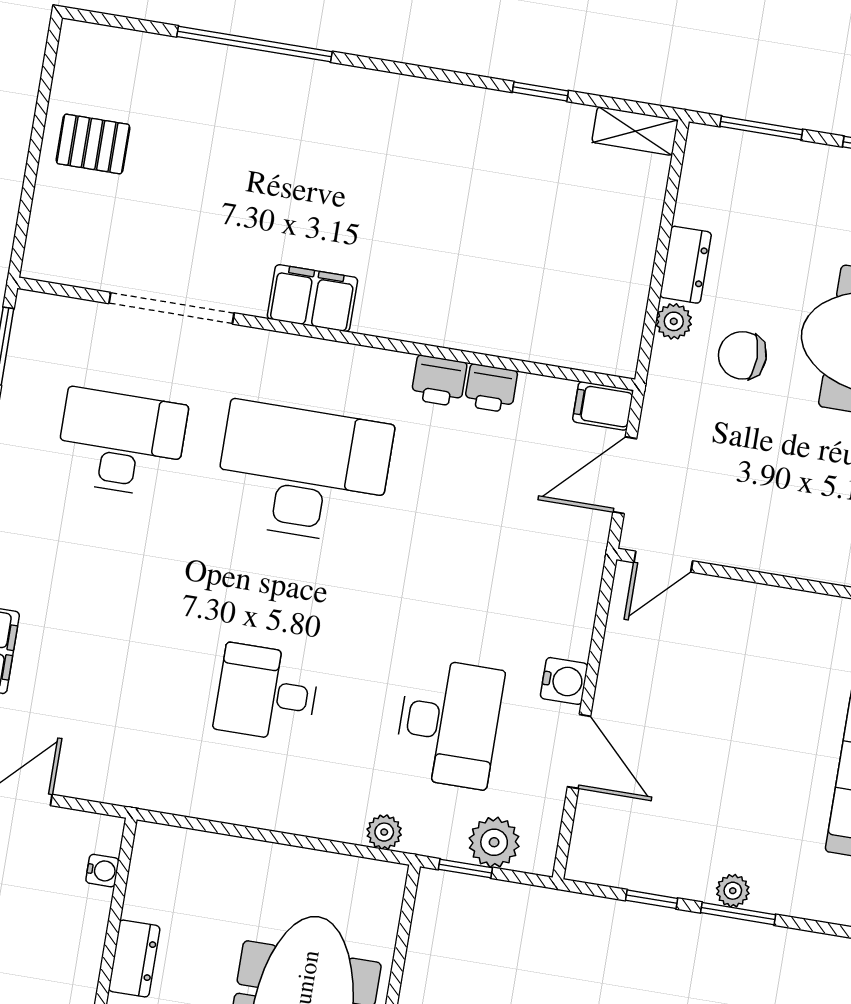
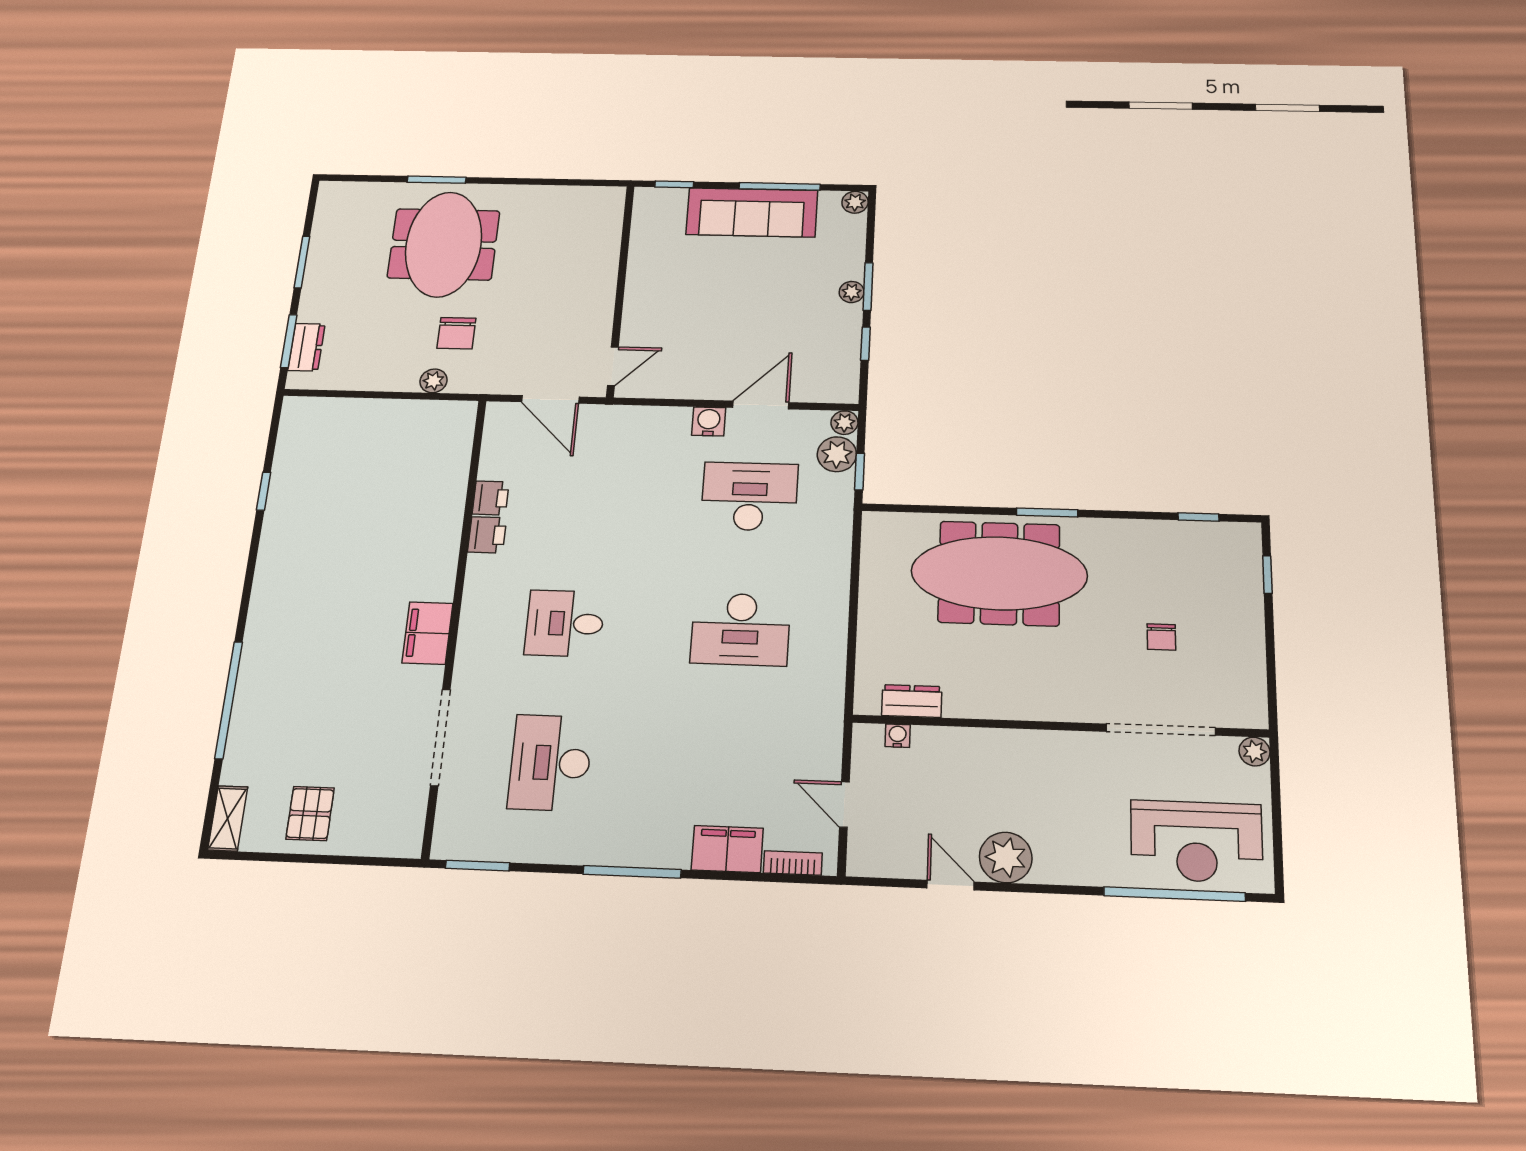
shelving: (635, 131) -> (228, 818), moved
dresser: (686, 265) -> (306, 347), moved, turned 90
filing cabinet: (603, 406) -> (499, 420), removed
desk: (303, 473) -> (565, 623), width x0.53, depth x0.77
door: (663, 562) -> (613, 366), hinge flipped
desk: (267, 693) -> (740, 629), width x1.37
plant: (384, 832) -> (844, 423), moved
dresser: (134, 959) -> (912, 701), moved

